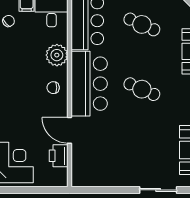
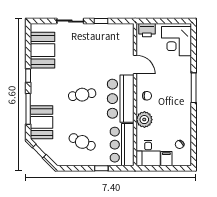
cafe table: (142, 89) -> (82, 95), turned -33
printer: (59, 156) -> (147, 30), moved, turned 90
window: (116, 190) -> (101, 21), added

